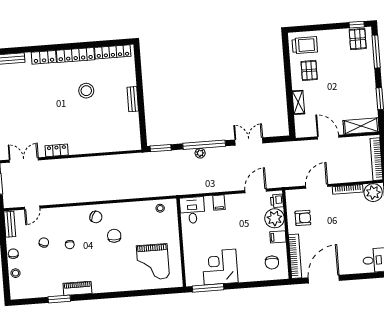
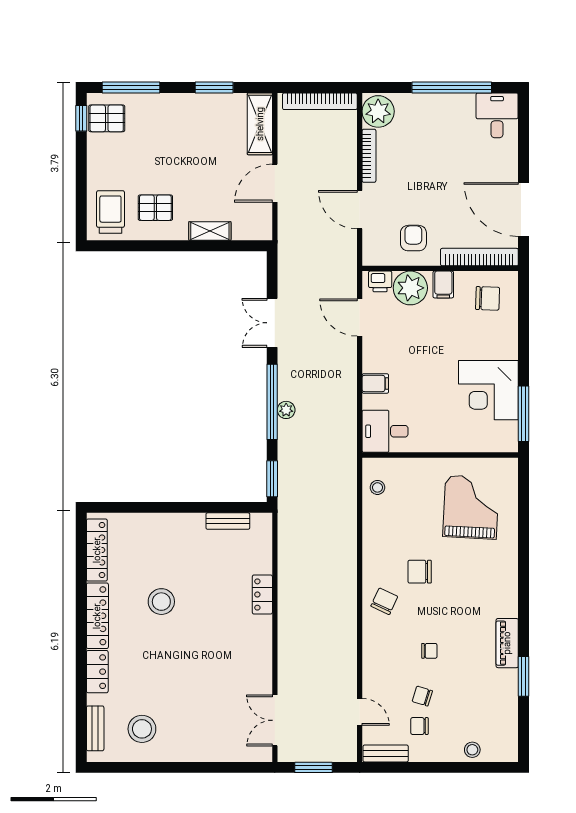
stool: (13, 85) -> (142, 729), added
bench: (133, 99) -> (228, 521), moved
locker: (57, 150) -> (262, 595), moved
chair: (13, 254) -> (419, 726), moved
grand piano: (153, 262) -> (471, 507), turned -87

